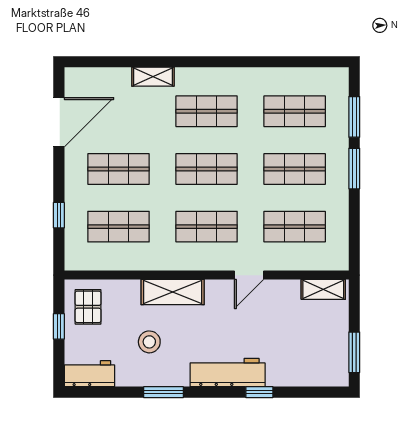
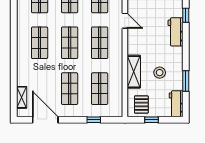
shelving: (153, 77) -> (22, 97), moved
shelving: (173, 292) -> (134, 72), moved
pallet: (88, 307) -> (141, 104), turned 90
workbench: (228, 373) -> (176, 32), width x0.73
window: (164, 392) -> (186, 81), moved

